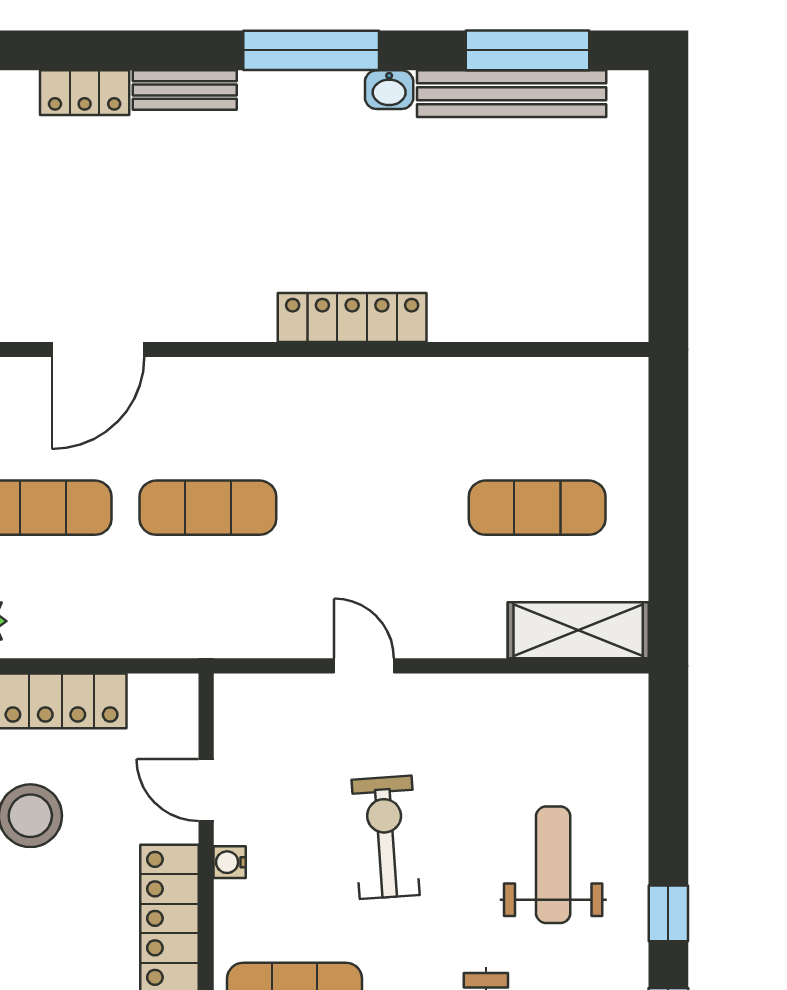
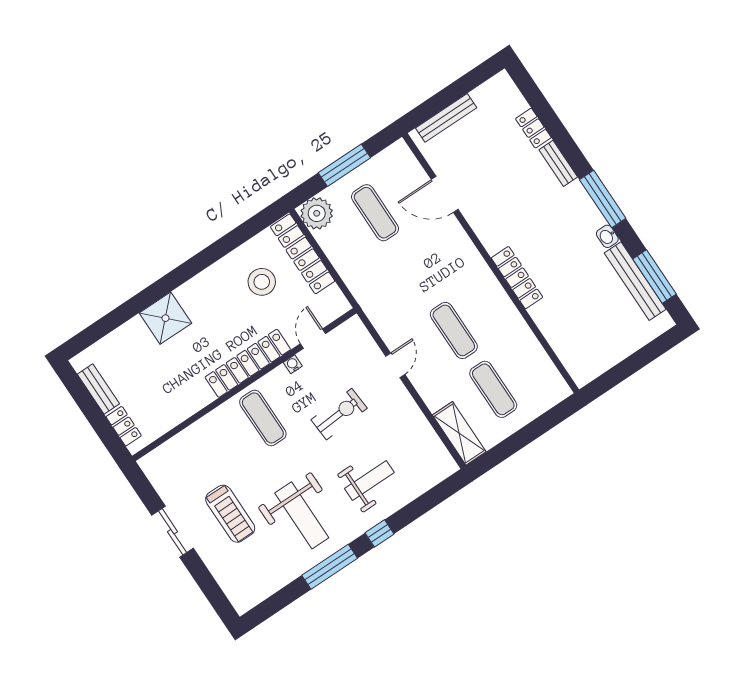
exercise mat: (208, 508) -> (454, 330), moved

